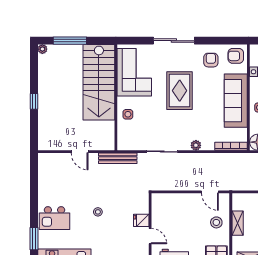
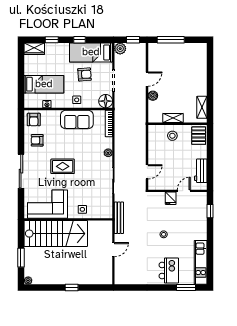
window: (70, 41) -> (21, 258), width x0.69
rug: (180, 91) -> (63, 166), width x0.73, depth x0.70
sofa: (236, 101) -> (77, 119), width x0.73
door: (210, 192) -> (147, 172), moved

